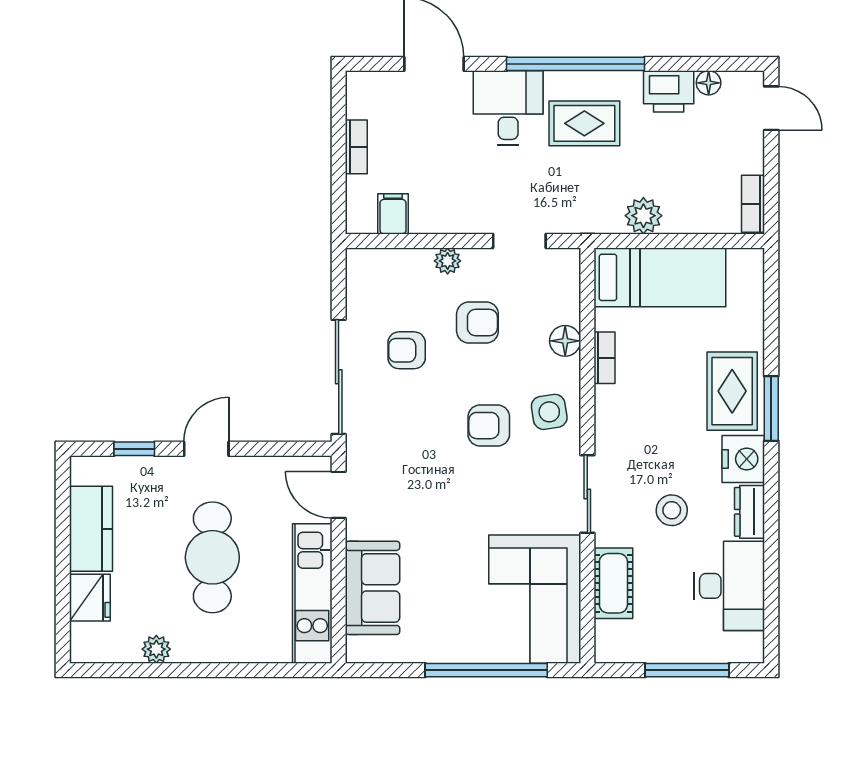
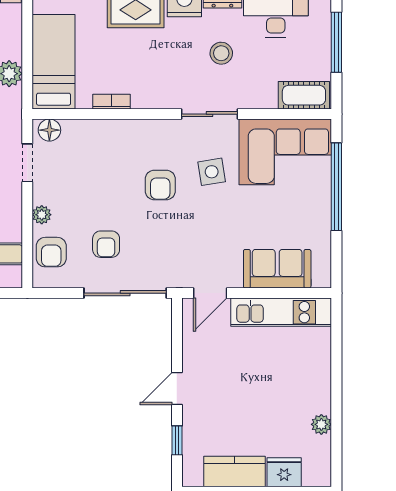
armchair: (477, 323) -> (51, 252), moved, turned 180
floor lamp: (565, 341) -> (49, 130), moved
side table: (549, 412) -> (212, 172), moved
door: (206, 449) -> (177, 388), hinge flipped
cafe table: (212, 557) -> (255, 384), removed
cot: (613, 583) -> (304, 95), moved

